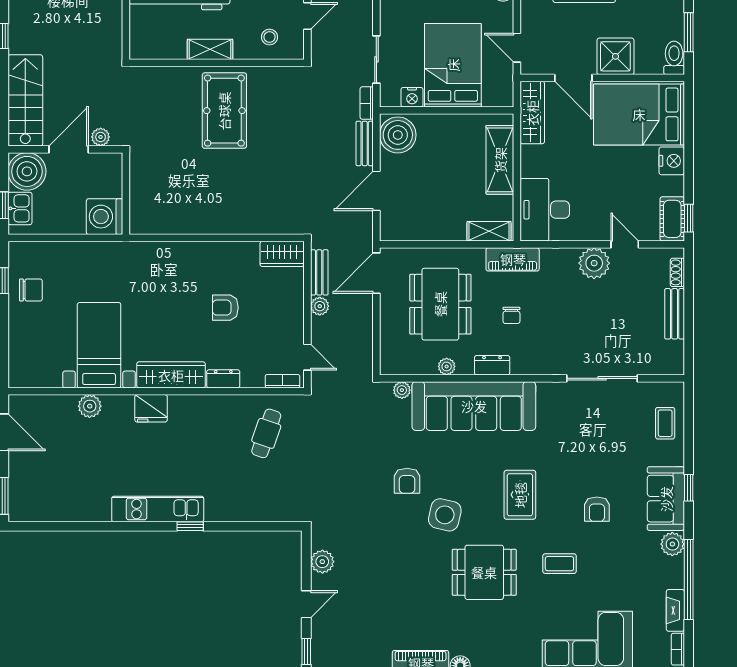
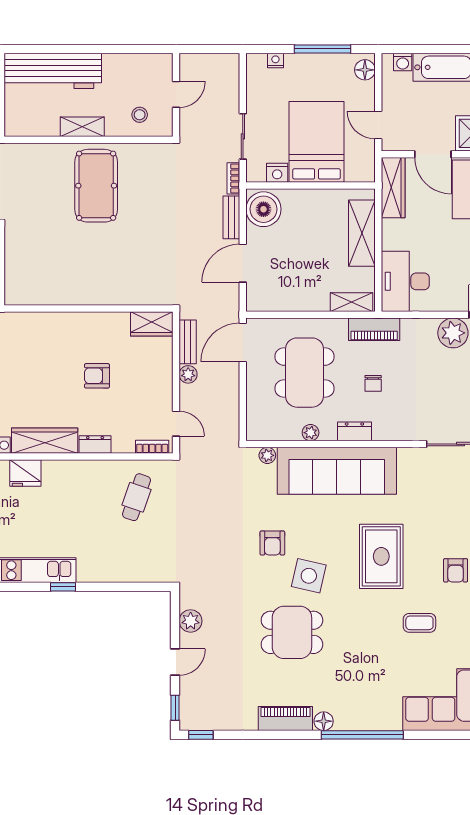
rug: (520, 495) -> (381, 556), width x1.36, depth x1.43
dining table: (484, 572) -> (292, 632), moved

